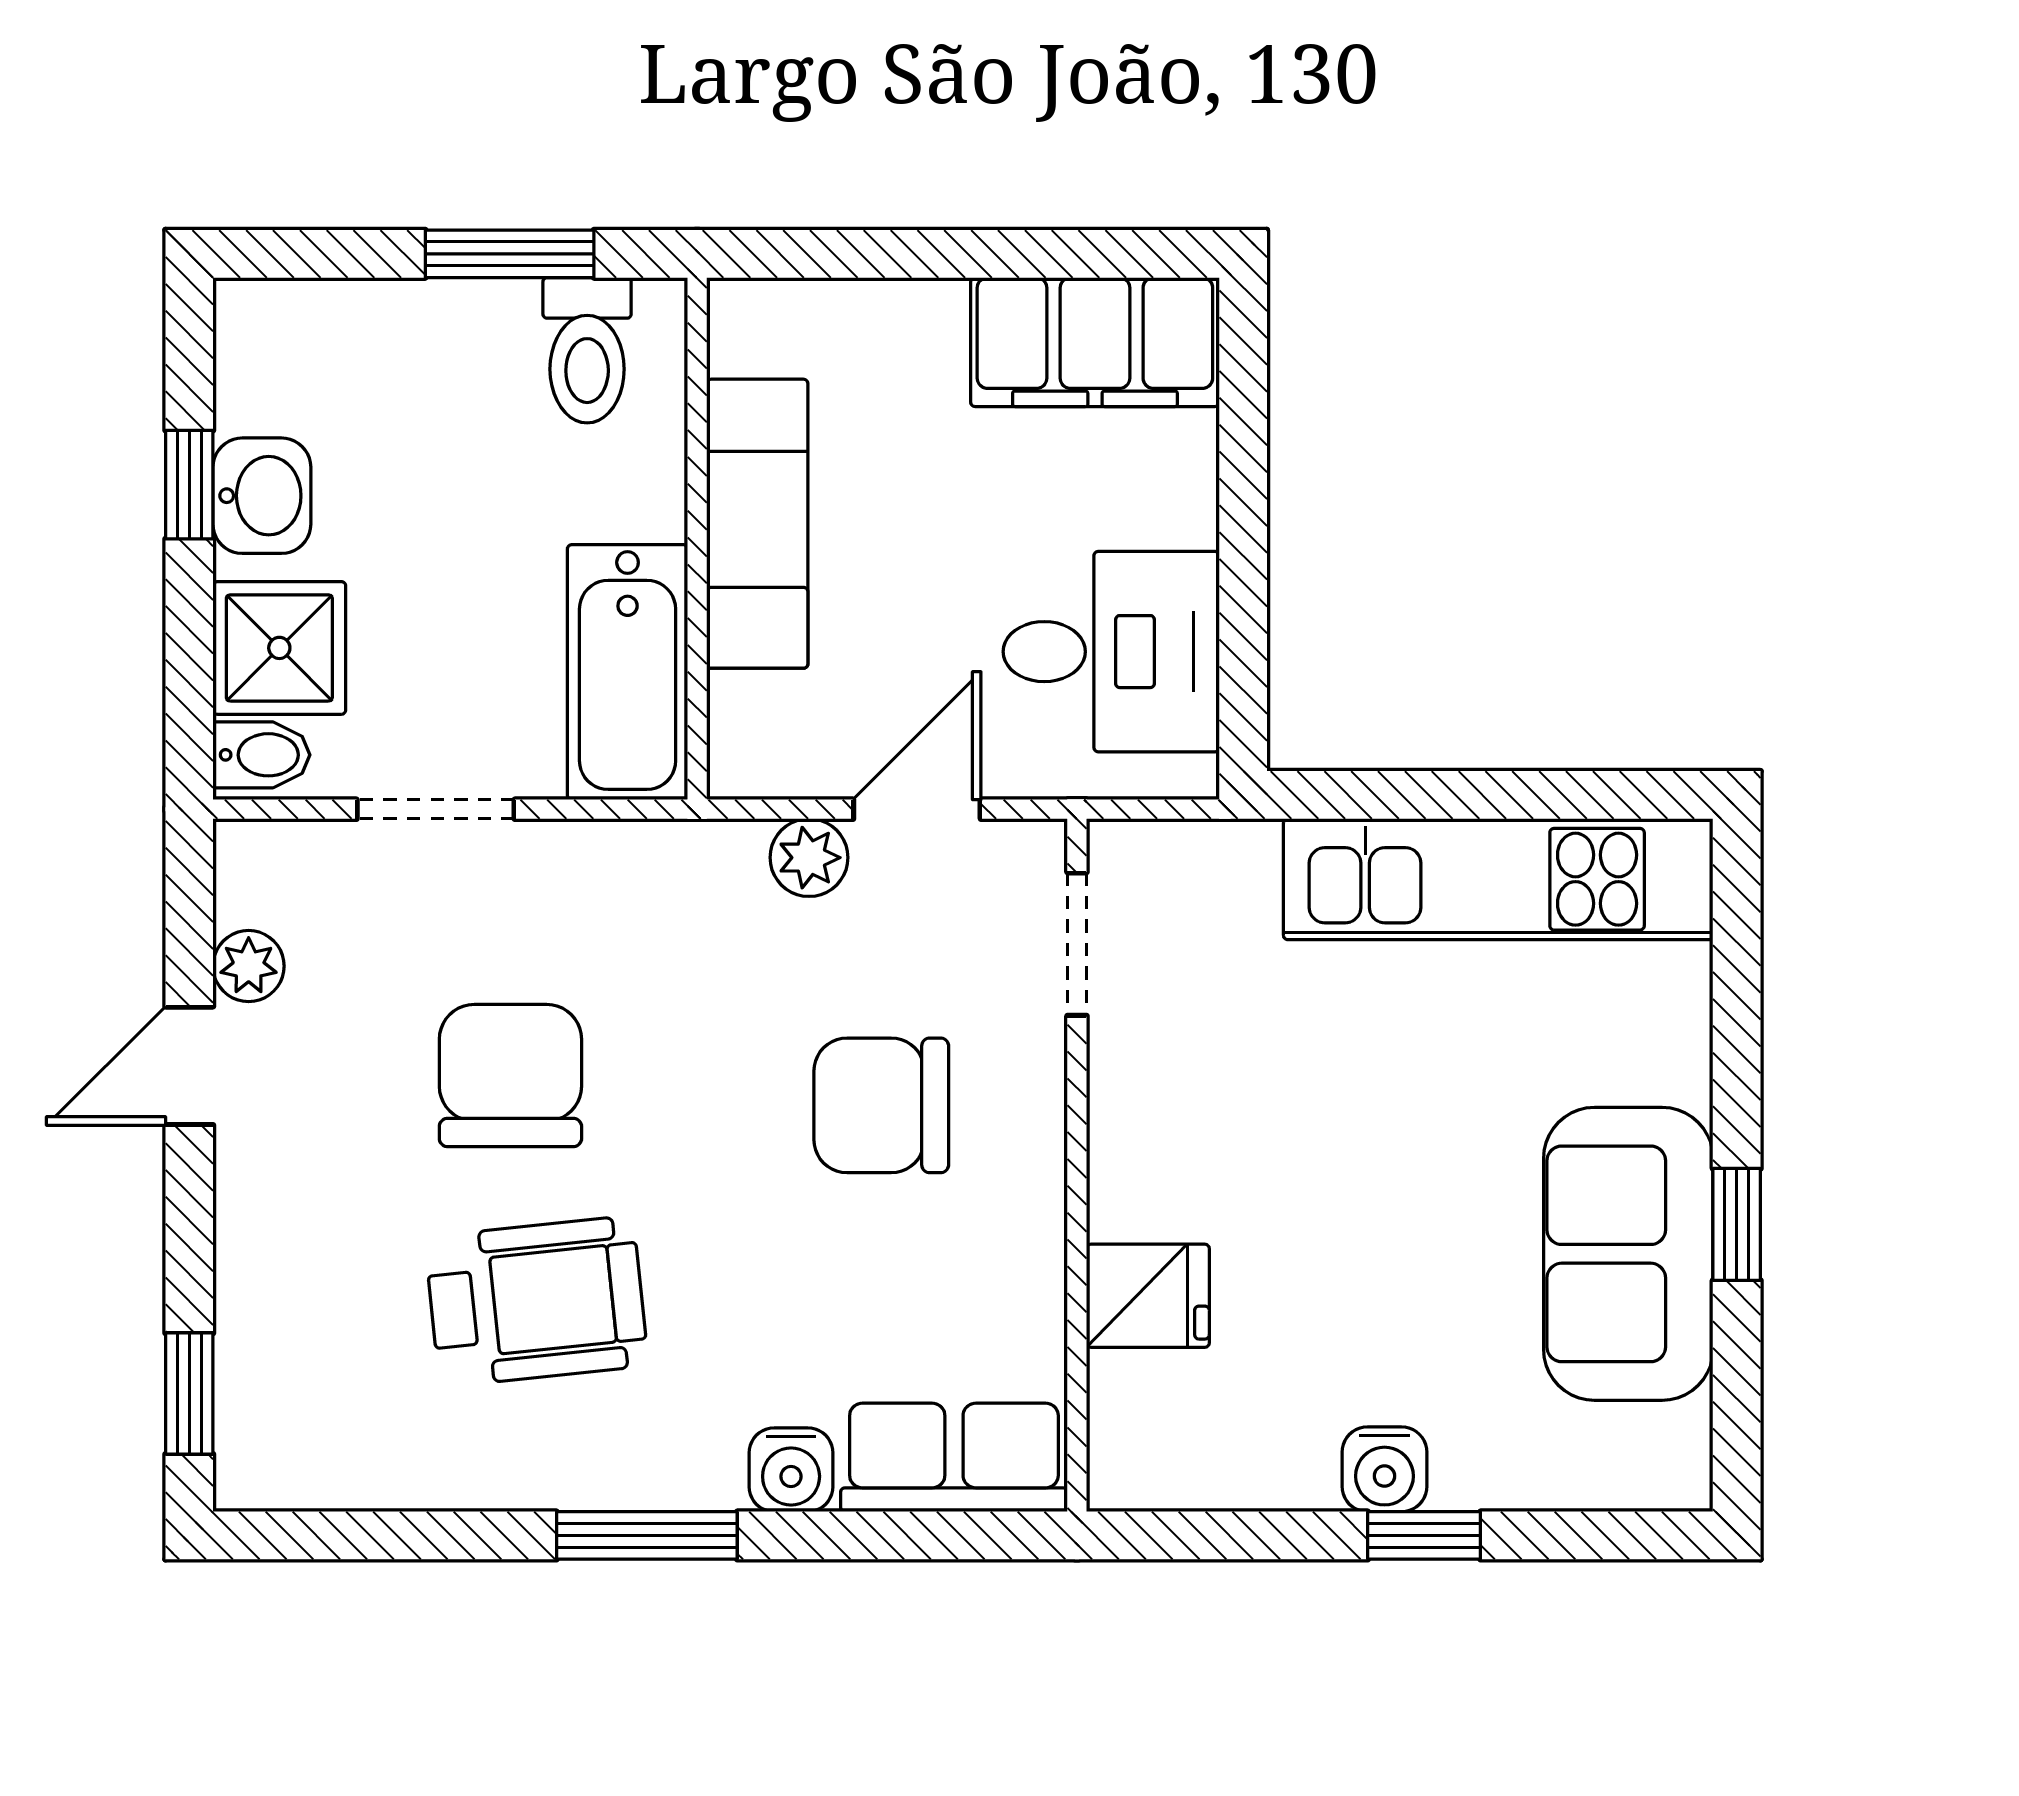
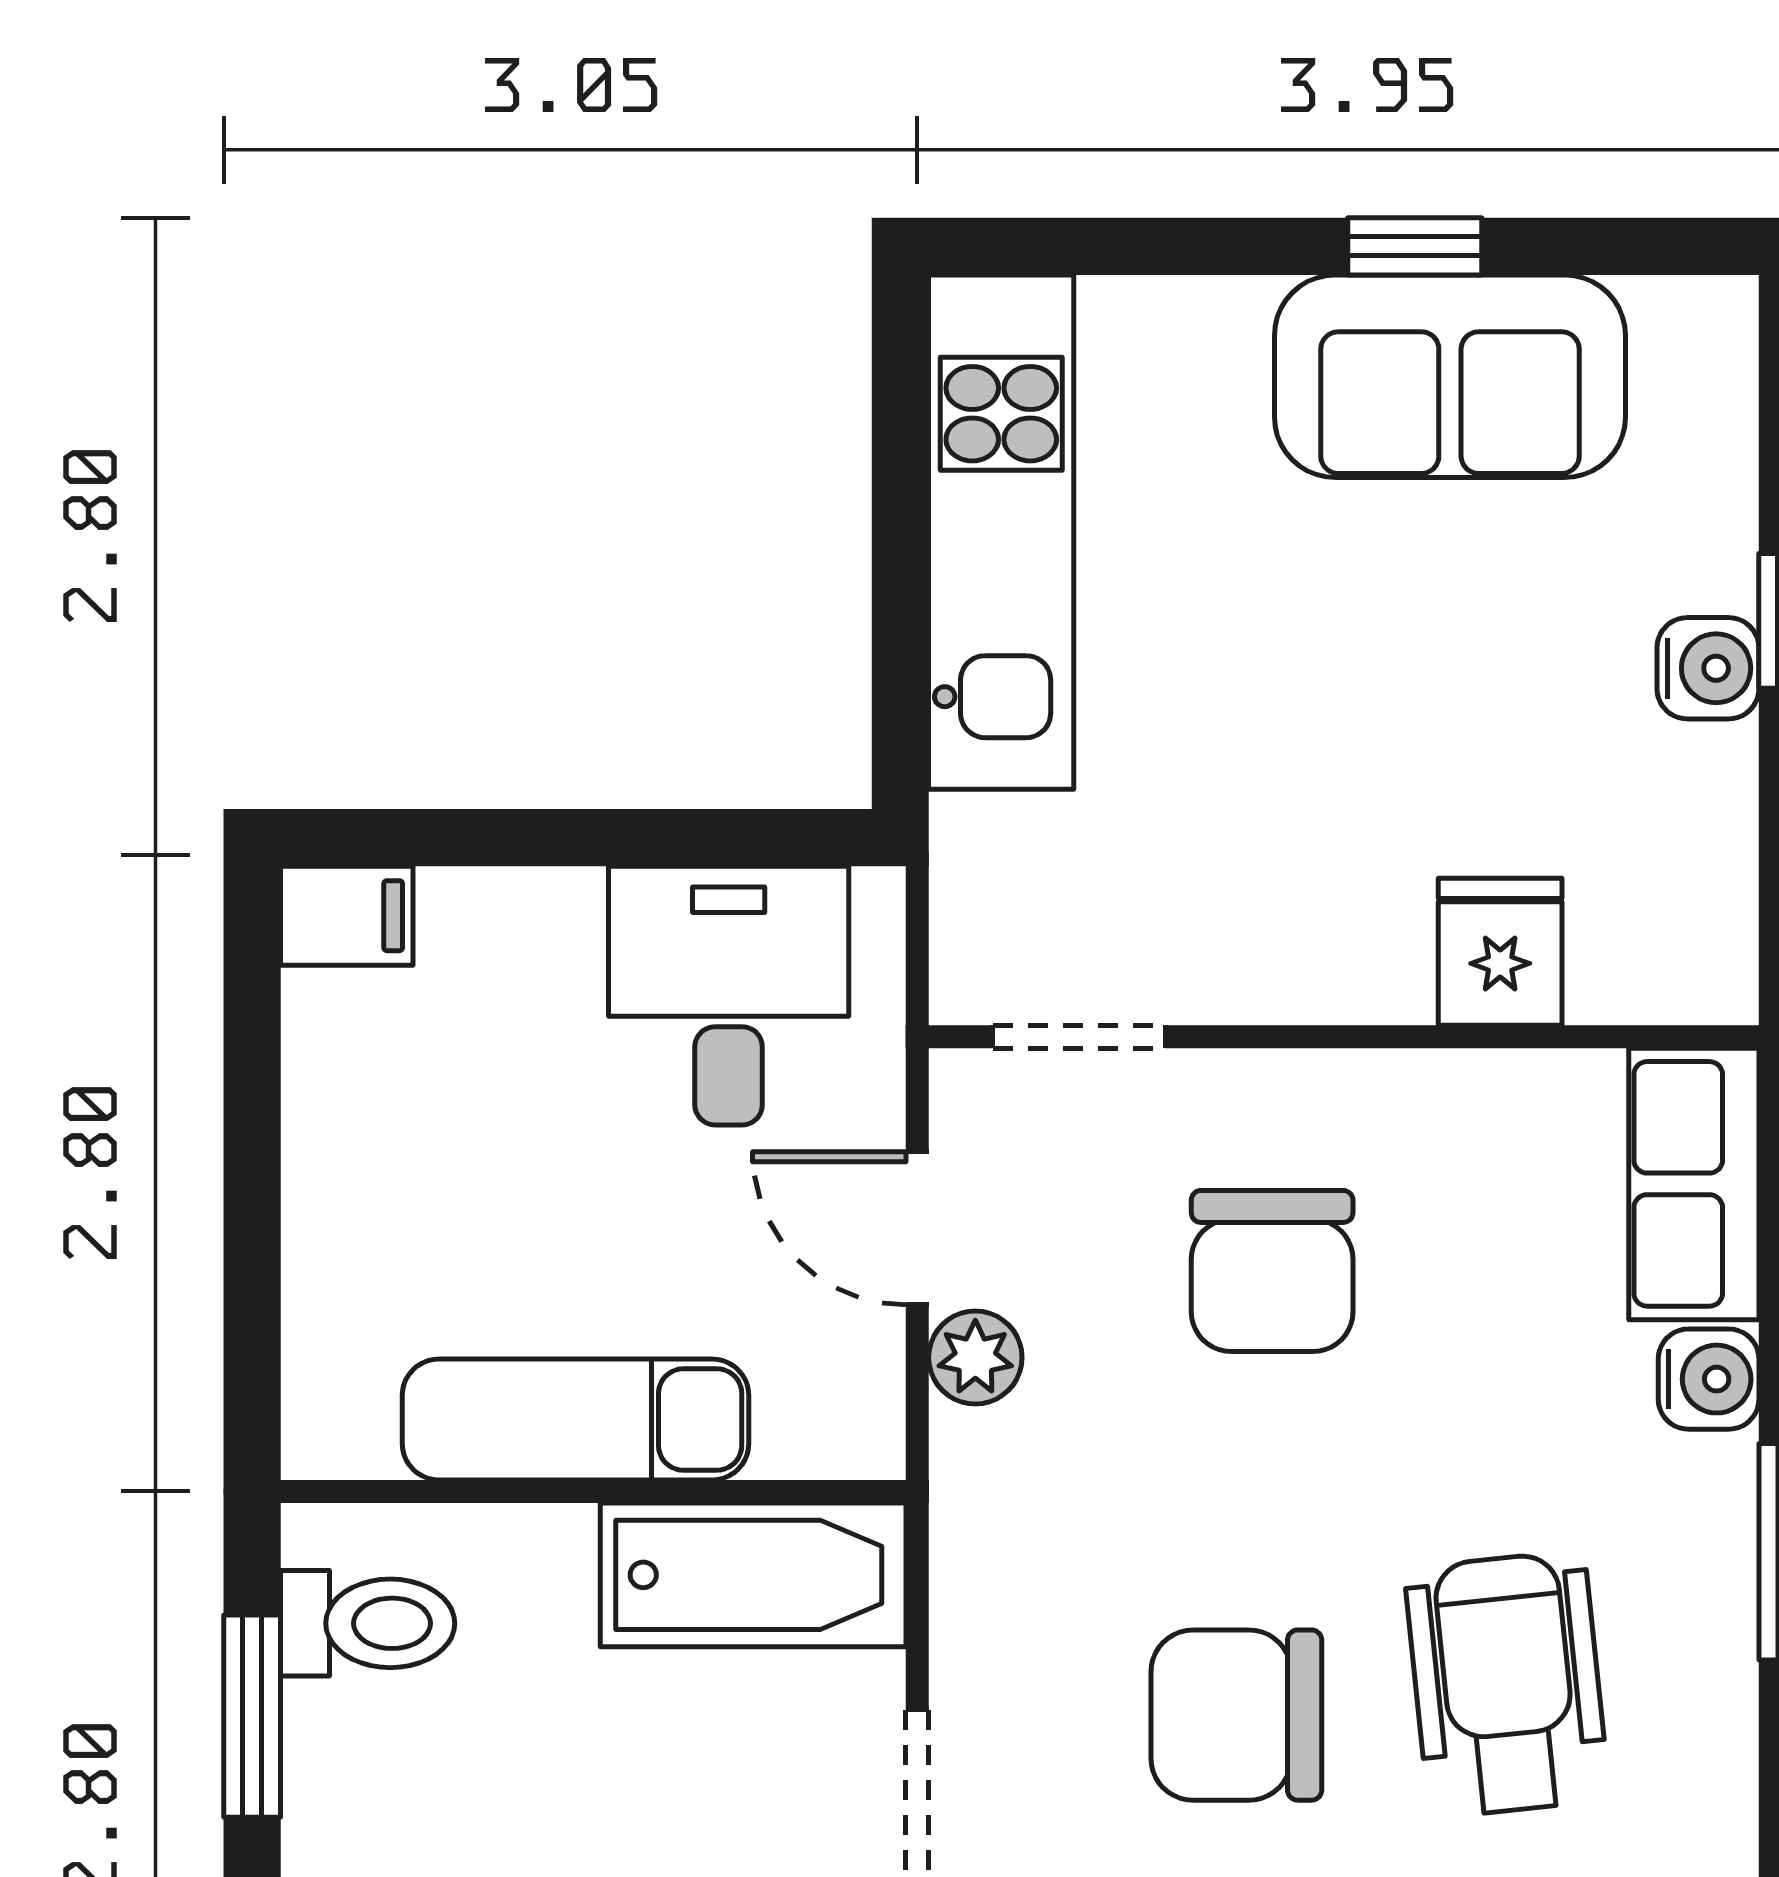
filing cabinet: (1095, 342) -> (347, 916), width x0.33, depth x0.86

